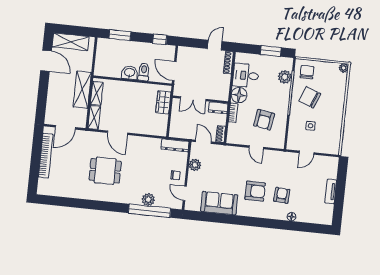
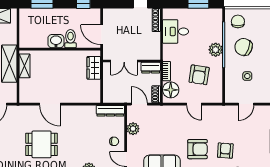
plant: (285, 77) -> (216, 50), moved
floor lamp: (239, 95) -> (171, 90), moved
shelving: (94, 117) -> (25, 91), removed

